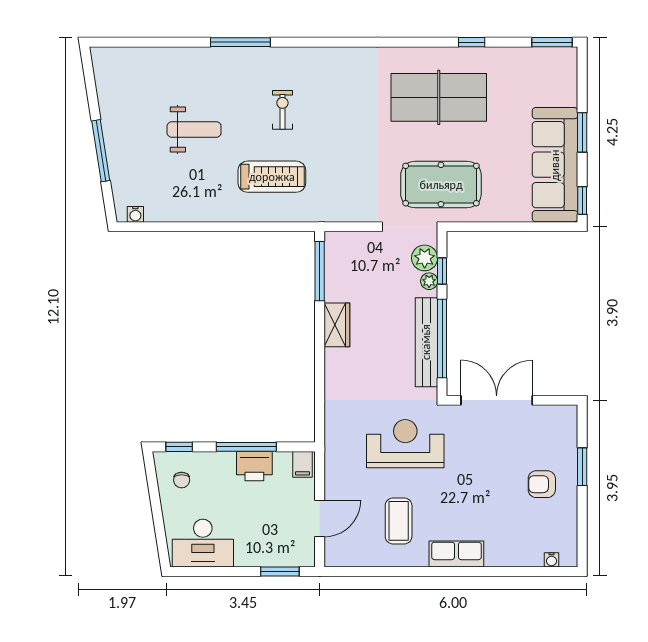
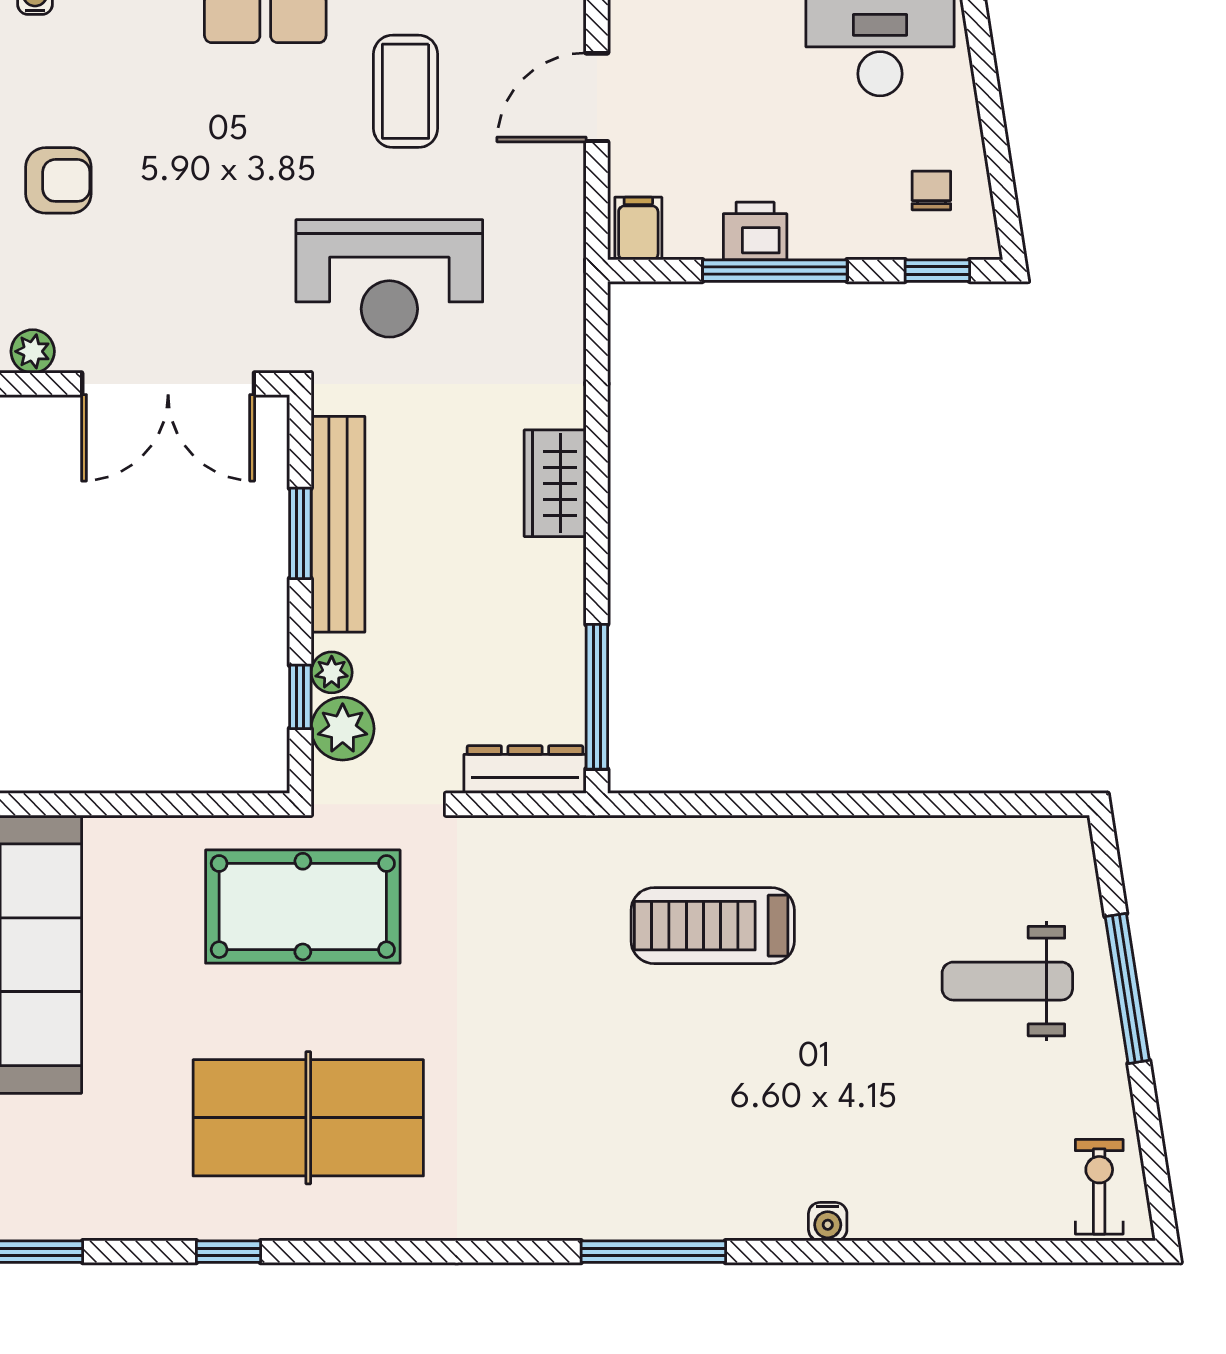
window: (240, 42) -> (653, 1252), moved
exercise bike: (282, 110) -> (1099, 1187), moved, turned 180
weight bench: (194, 130) -> (1007, 981), moved
water cooler: (135, 214) -> (828, 1222), moved, turned 180
dresser: (349, 241) -> (525, 770), added
wardrobe: (337, 325) -> (555, 483), moved
window: (442, 339) -> (300, 533), width x0.47
plant: (552, 414) -> (33, 351), added
printer: (254, 466) -> (755, 231), width x0.73, depth x0.81

